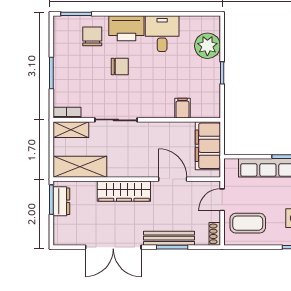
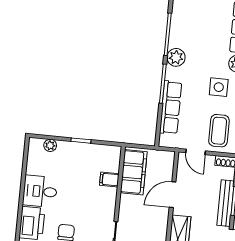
plant: (207, 46) -> (50, 145), width x0.53, depth x0.53
filing cabinet: (208, 146) -> (134, 172), moved, turned -90

